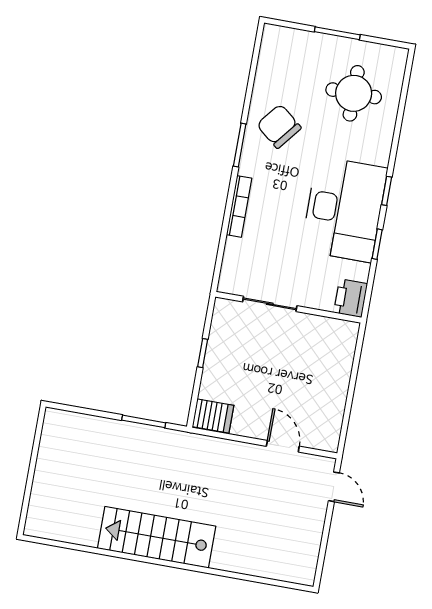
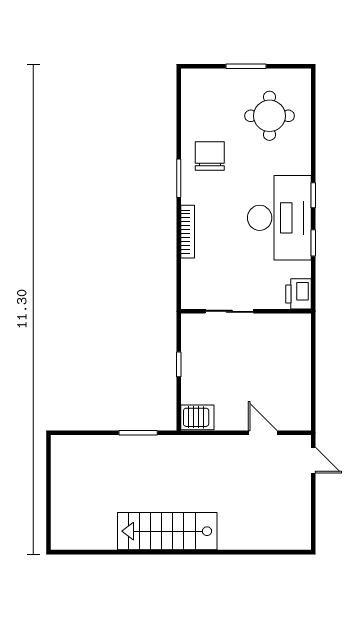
chair: (279, 126) -> (210, 156), turned 51

